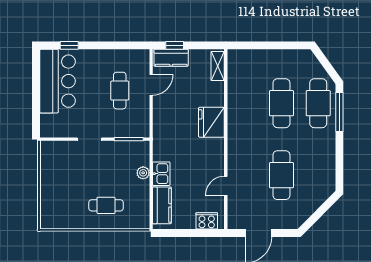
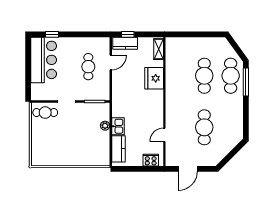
fridge: (211, 122) -> (154, 78), moved
cafe table: (106, 205) -> (45, 113), moved

